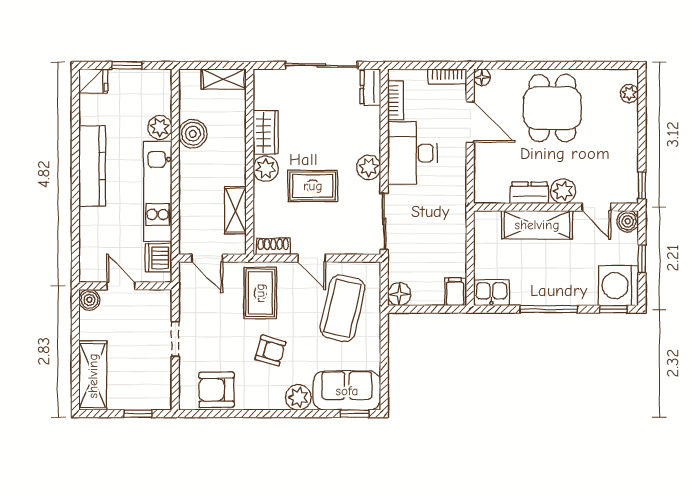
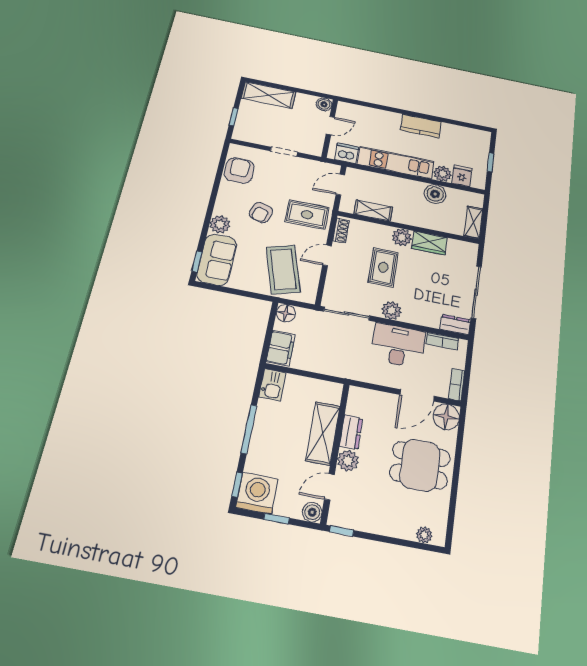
floor lamp: (482, 77) -> (446, 417), width x1.89, depth x1.89
fridge: (93, 81) -> (462, 176), moved, turned 180
kitchen counter: (92, 166) -> (421, 126), width x0.67
filing cabinet: (455, 292) -> (281, 348), width x2.00
coffee table: (342, 308) -> (283, 269), turned 60

